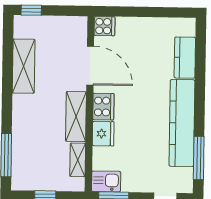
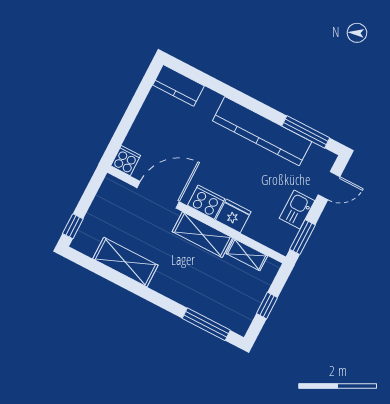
kitchen counter: (185, 58) -> (178, 85), moved
kitchen sink: (106, 181) -> (297, 209), moved

